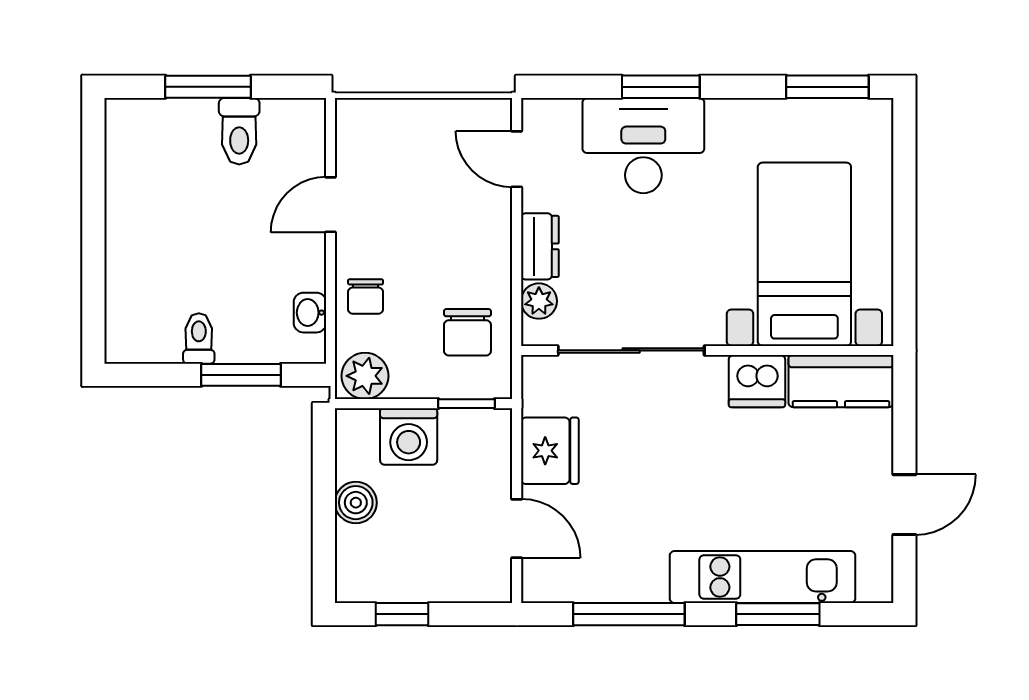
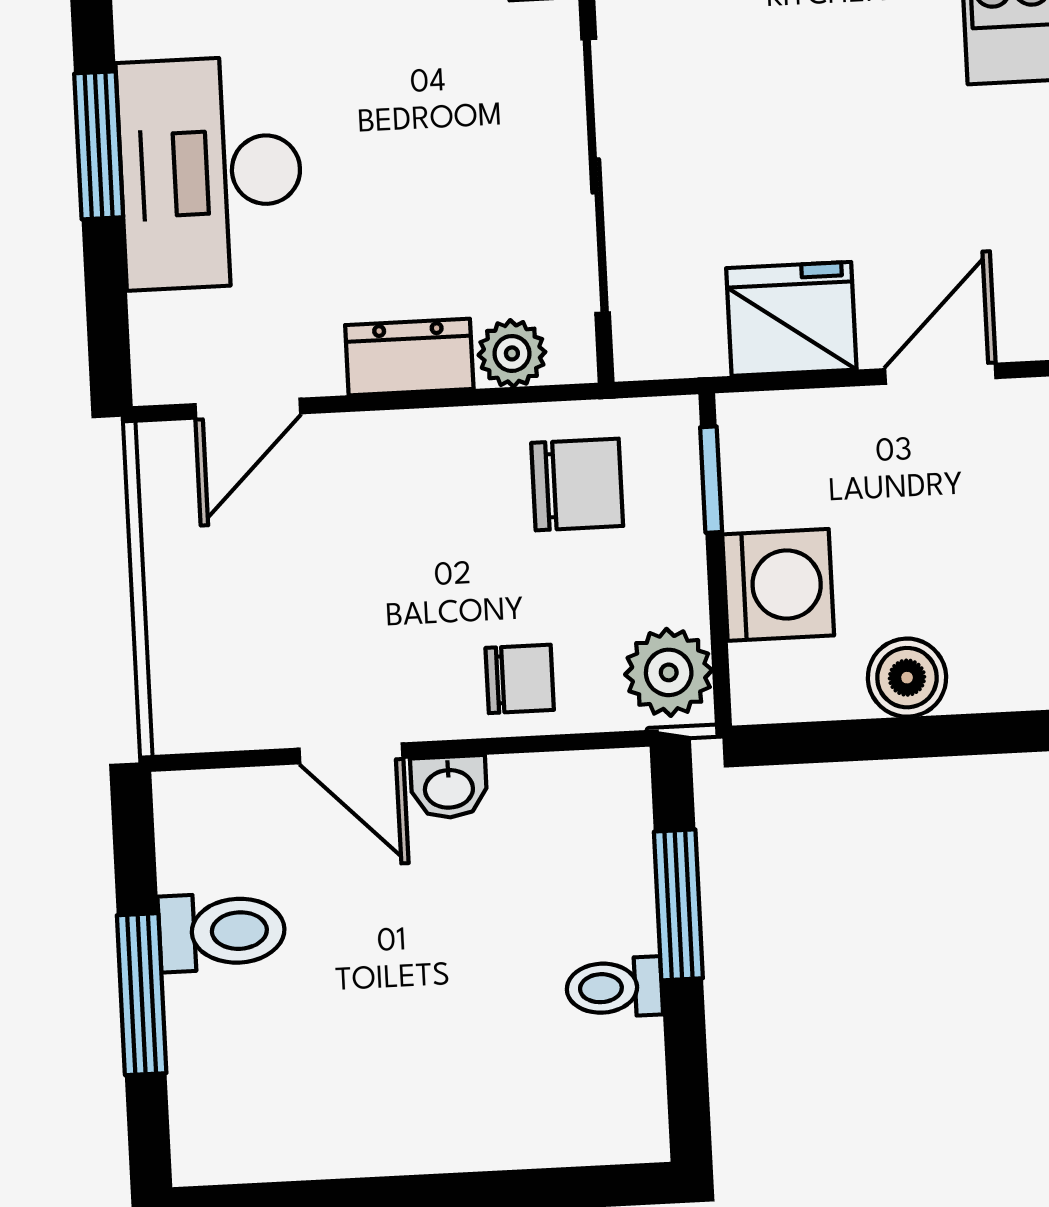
washbasin: (310, 313) -> (449, 787), moved

